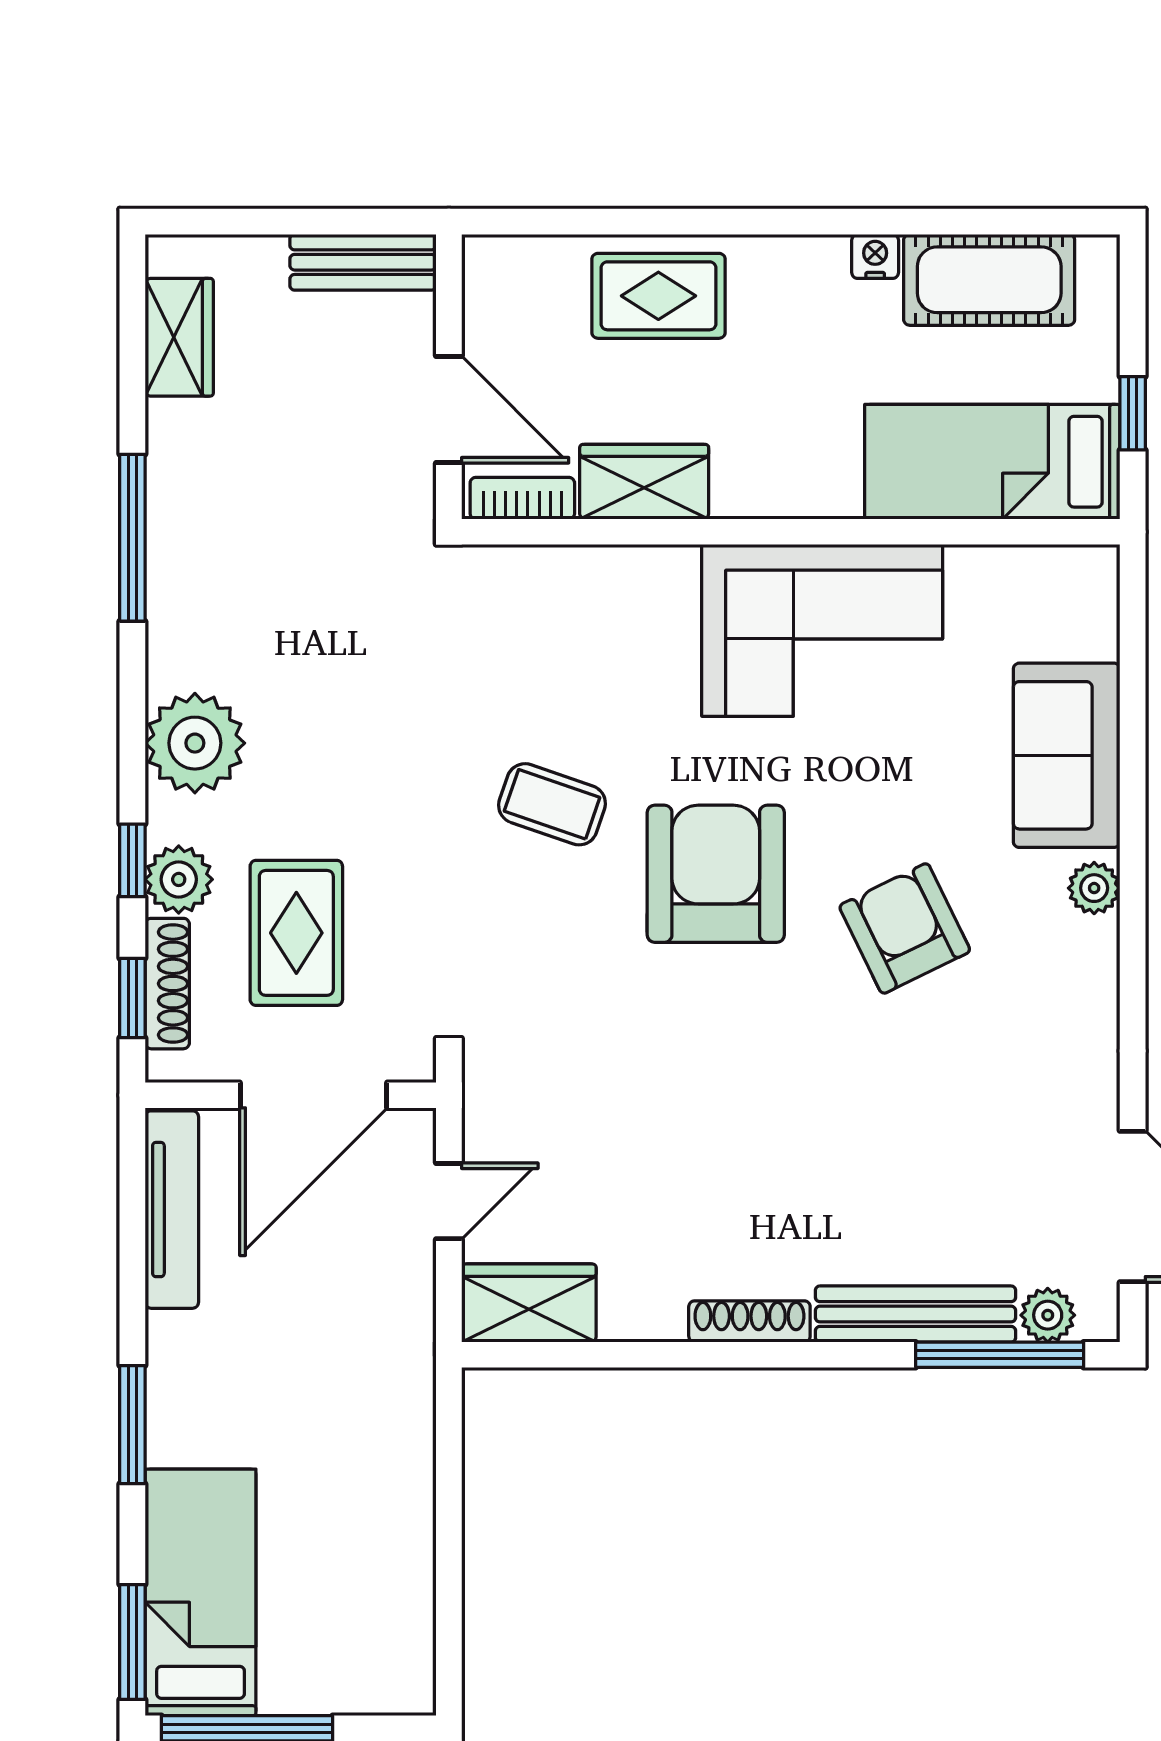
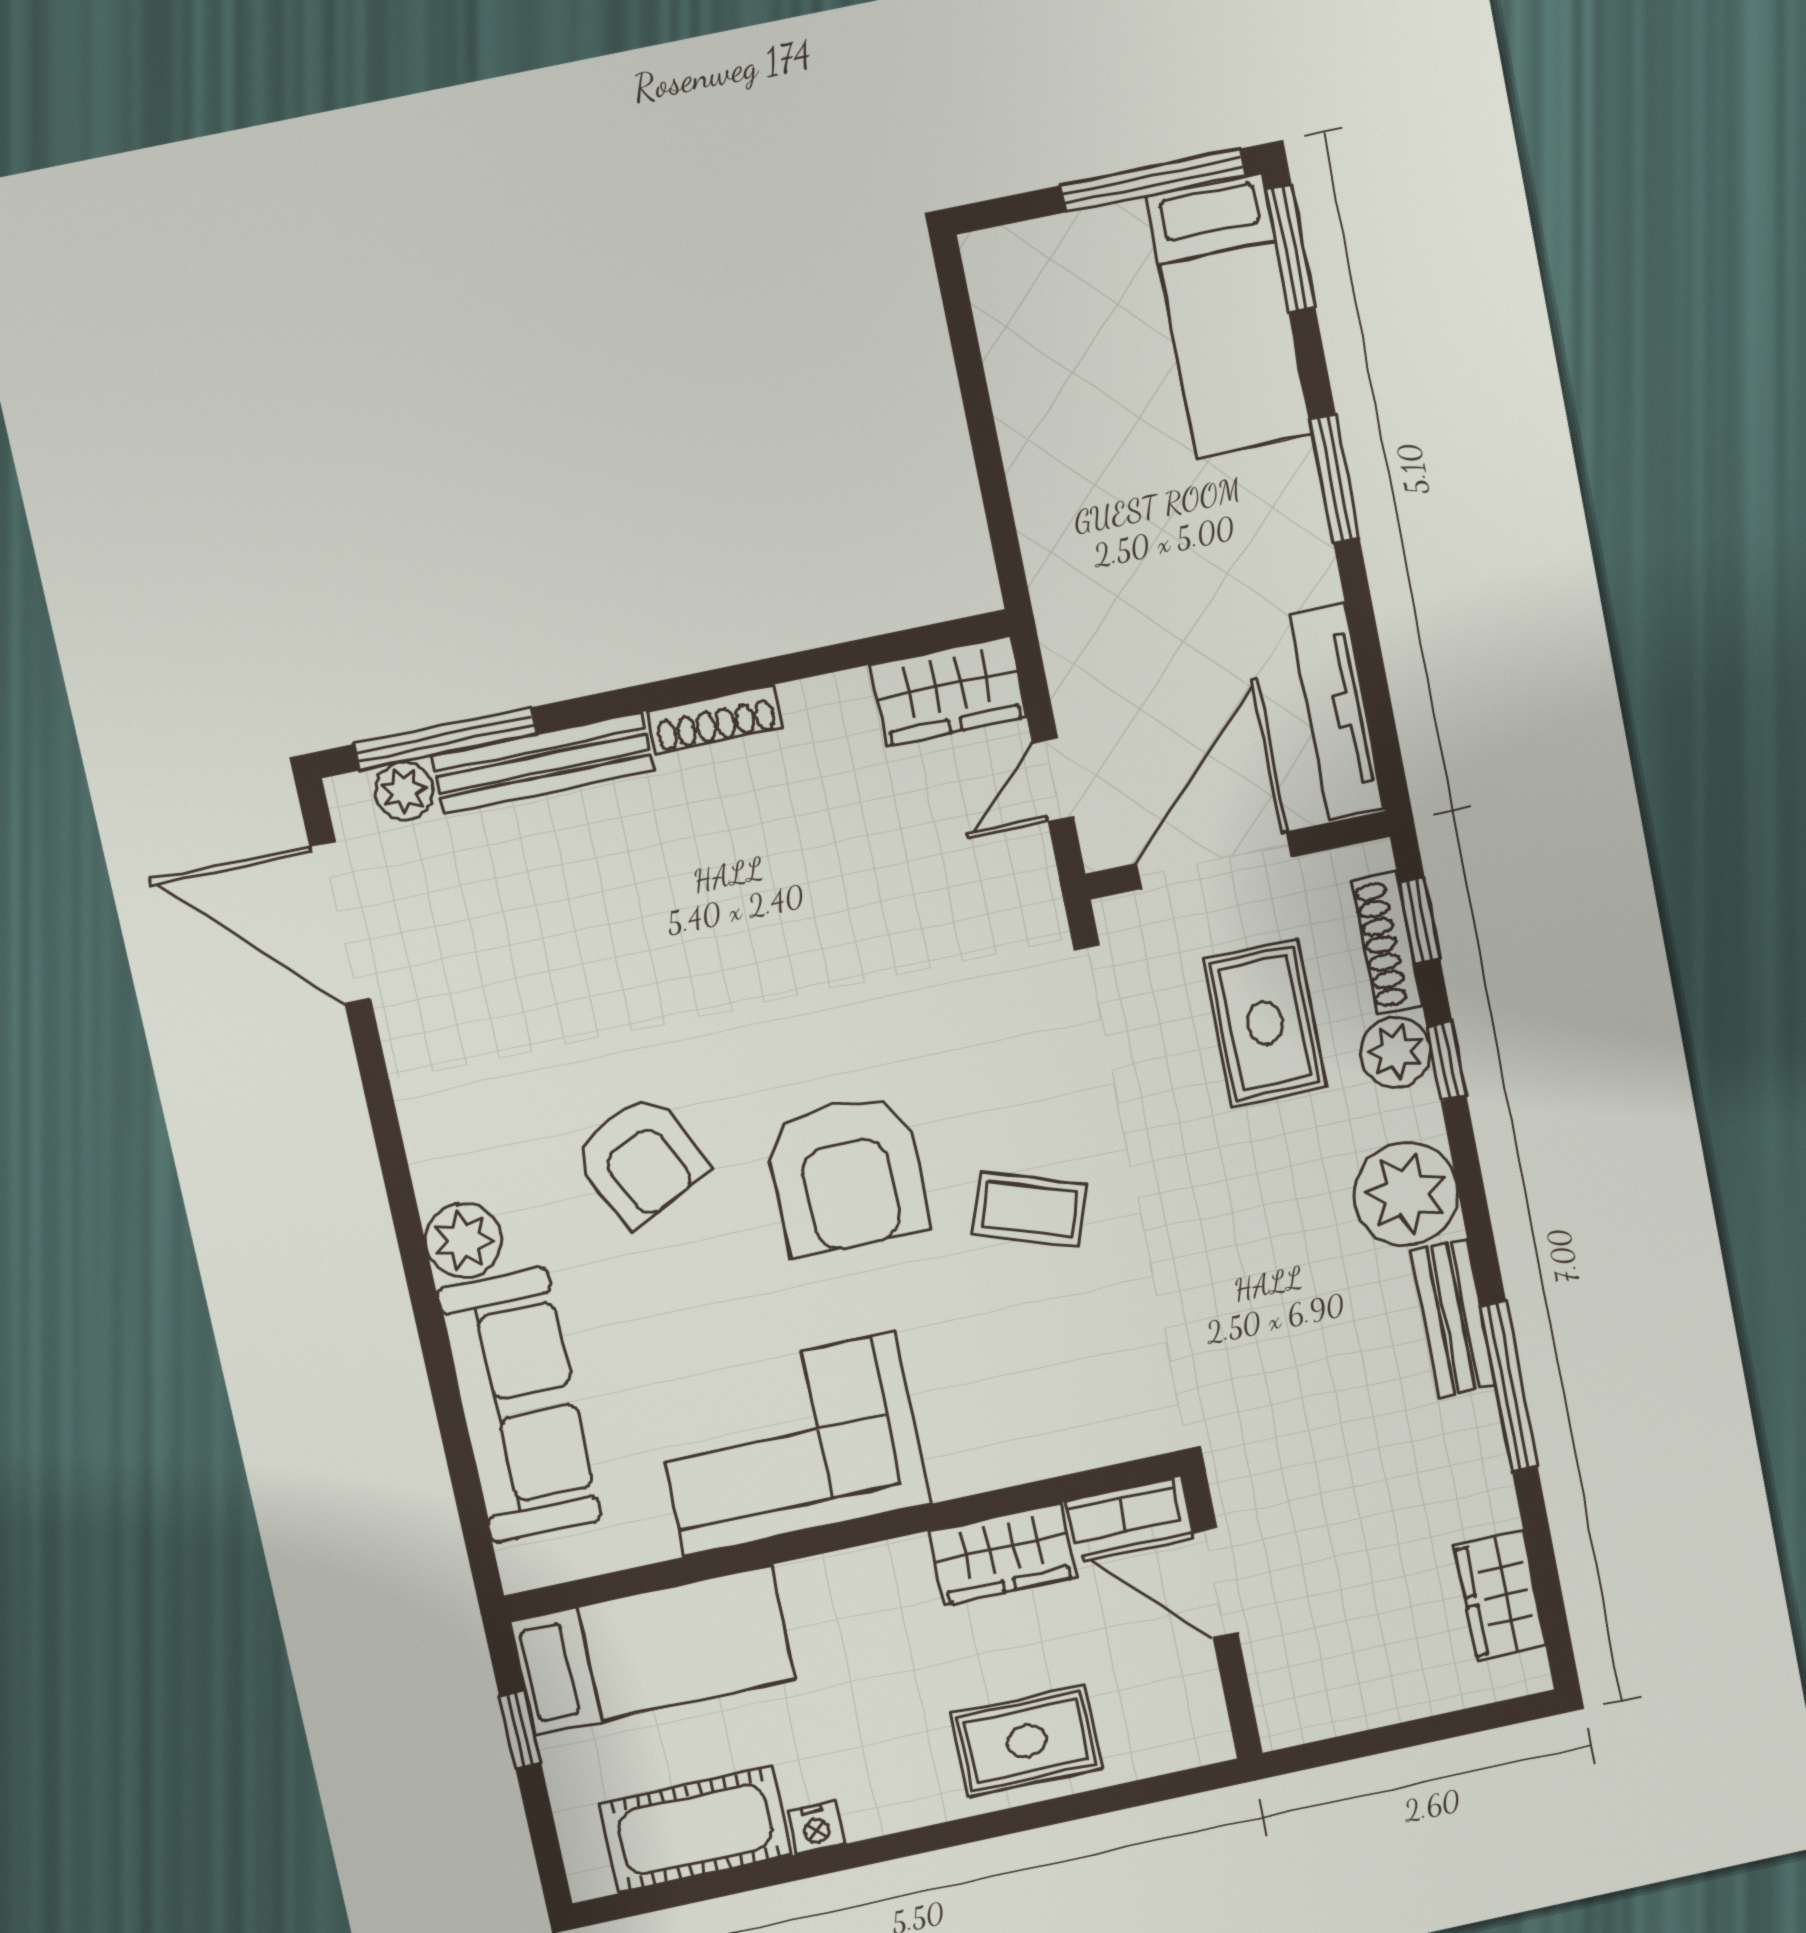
bench: (363, 262) -> (1453, 1318), moved, turned 90
sofa: (1067, 755) -> (519, 1405), width x1.36
plant: (1094, 888) -> (463, 1241), width x1.38, depth x1.38

